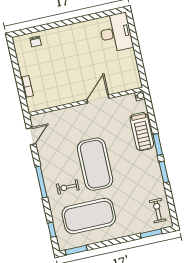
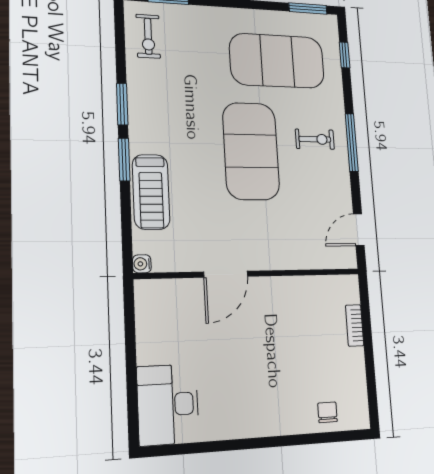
treadmill: (142, 132) -> (151, 192), turned 180
exercise bike: (68, 187) -> (315, 139), moved

